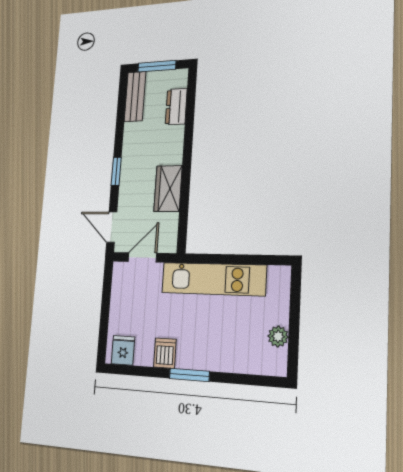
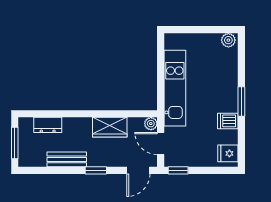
bench: (135, 97) -> (67, 159), moved
plant: (169, 244) -> (151, 124), added
window: (107, 280) -> (178, 170), added
plant: (278, 336) -> (228, 40), moved

